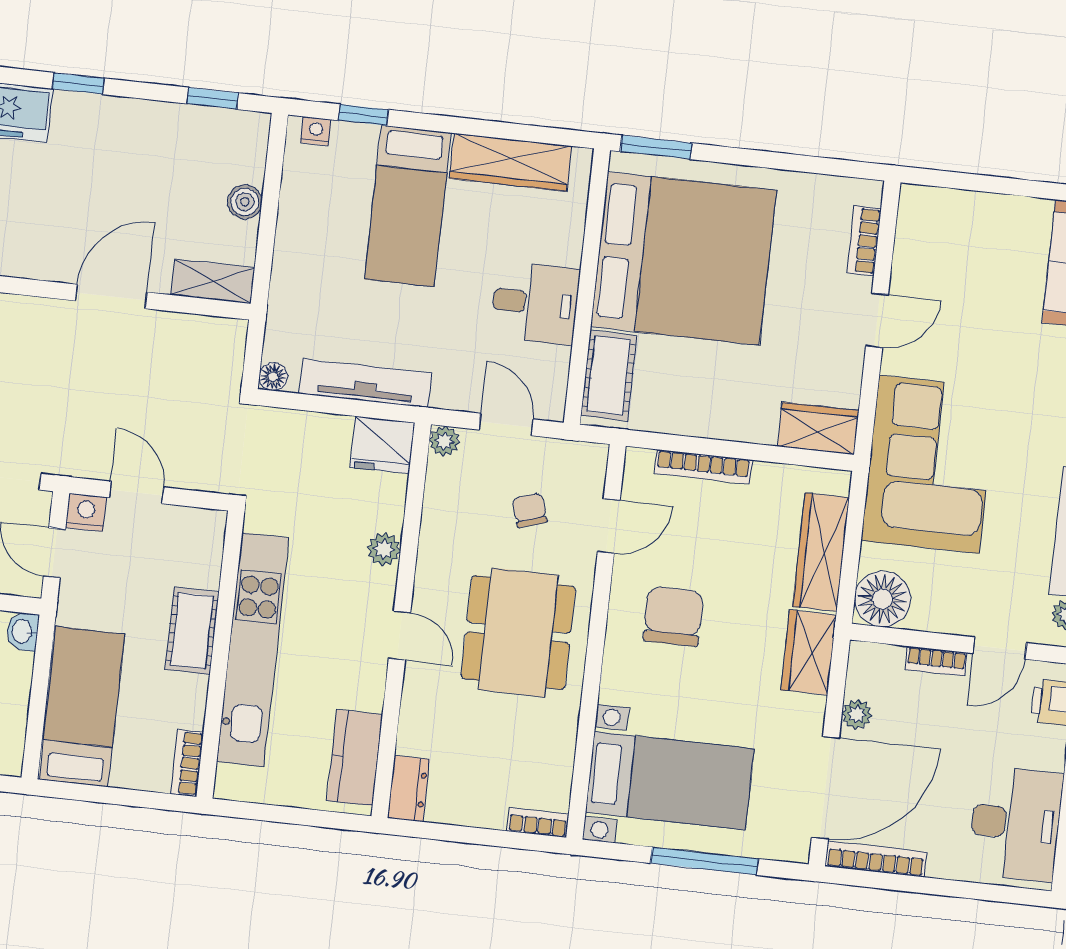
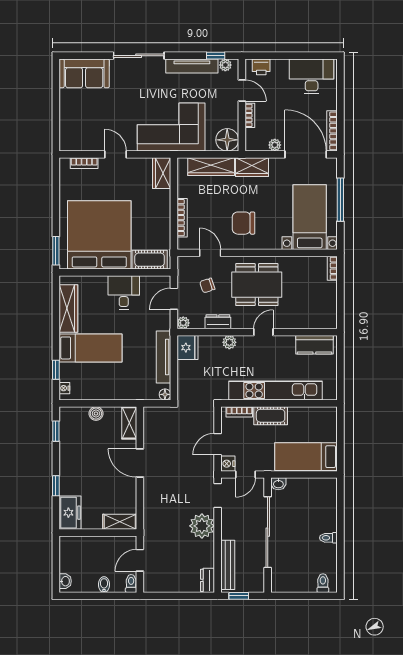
bookcase: (187, 763) -> (239, 412), moved
dresser: (408, 789) -> (218, 322), moved

